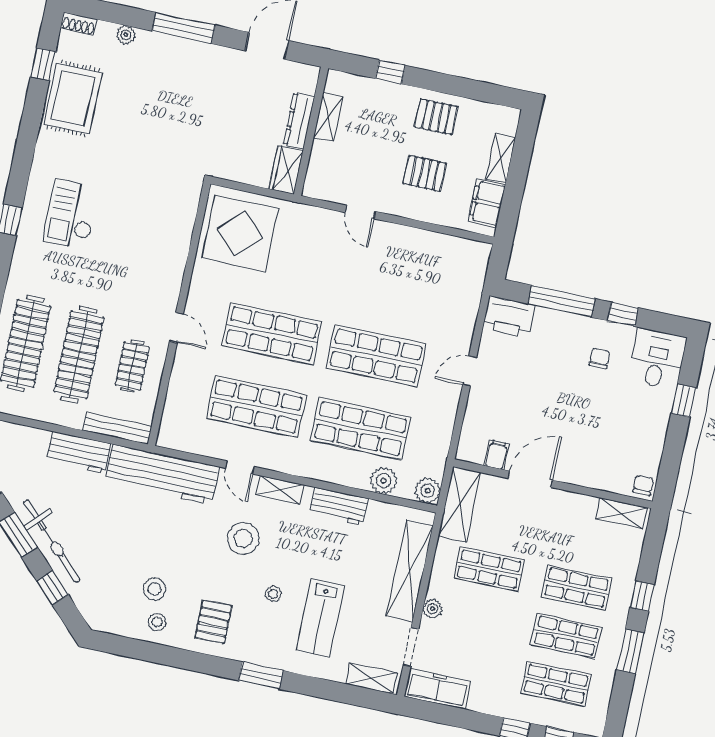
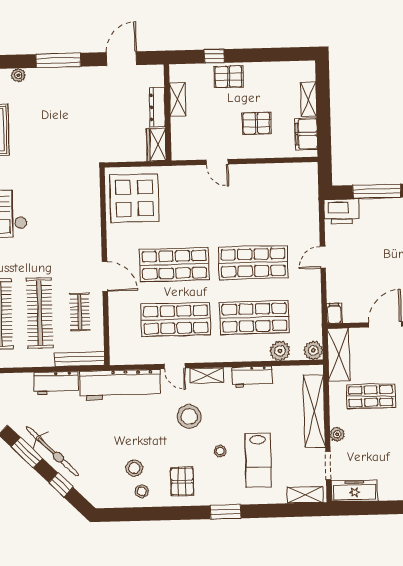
pallet: (436, 117) -> (229, 77), moved
door: (176, 327) -> (105, 277), width x1.38
filing cabinet: (497, 455) -> (334, 313), moved

